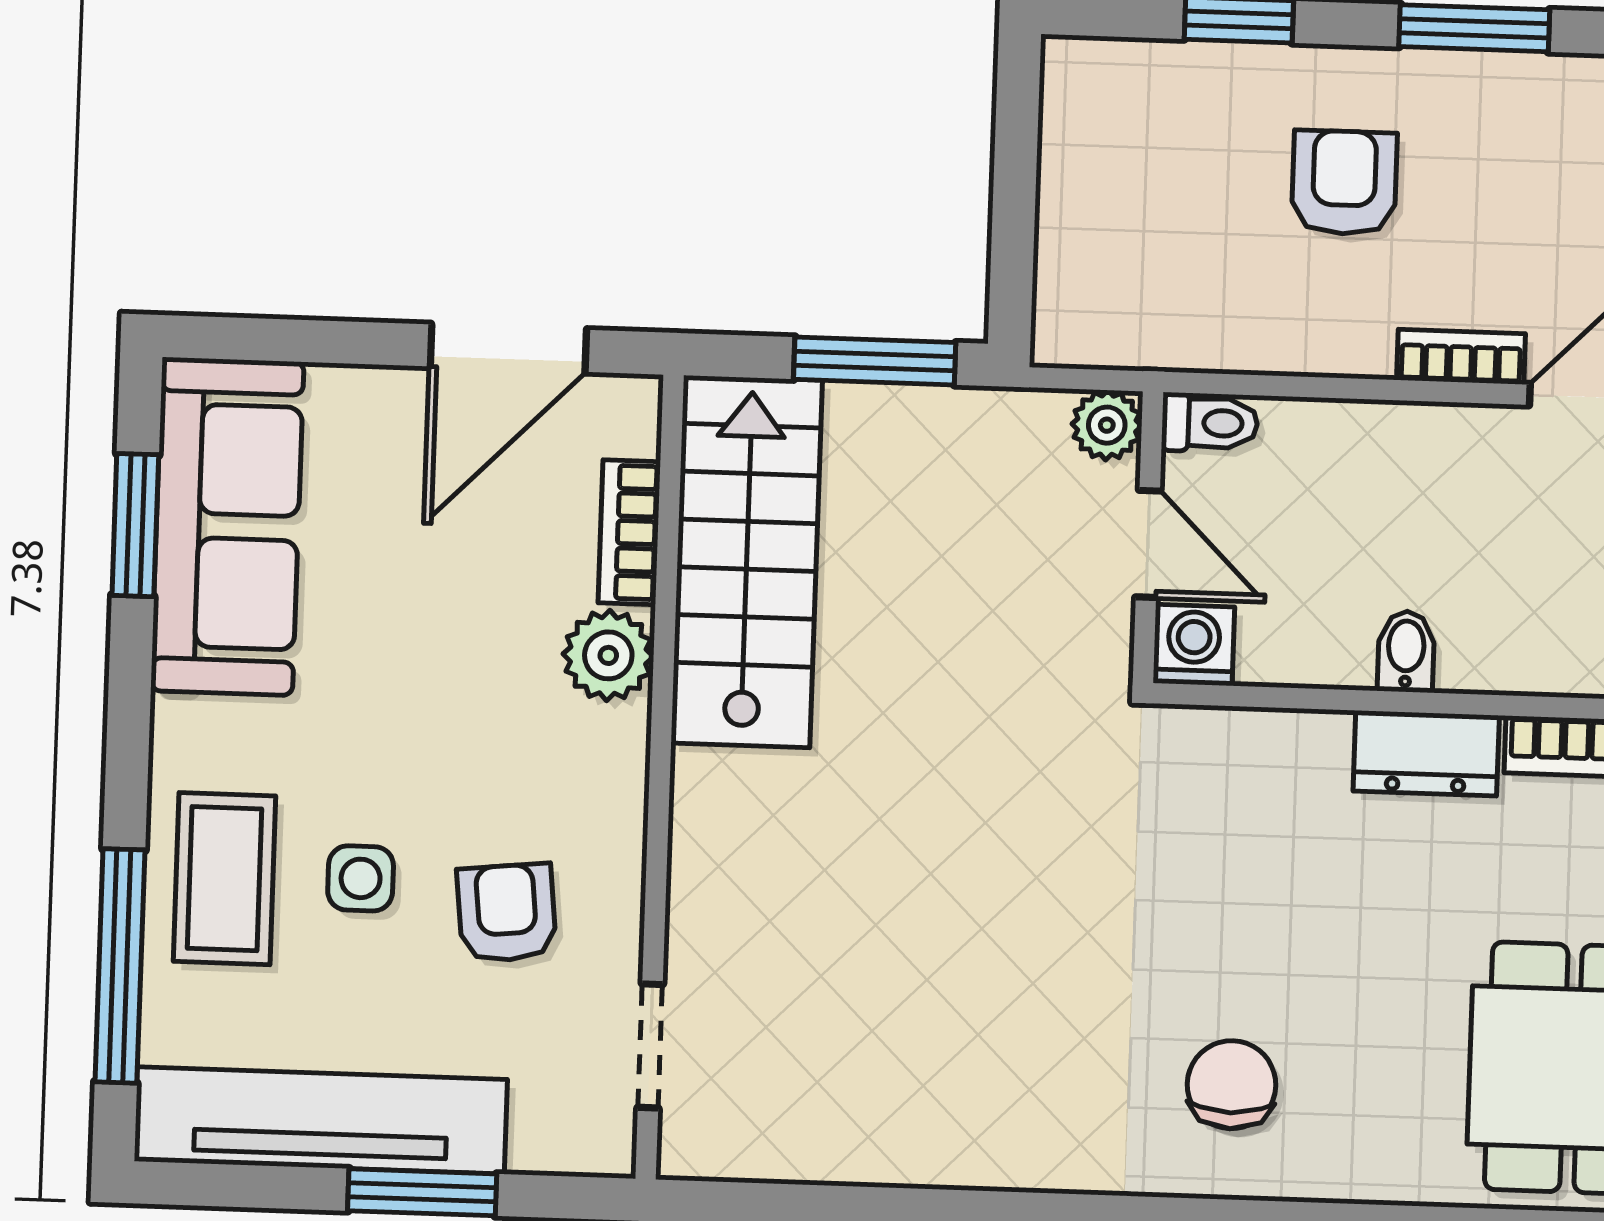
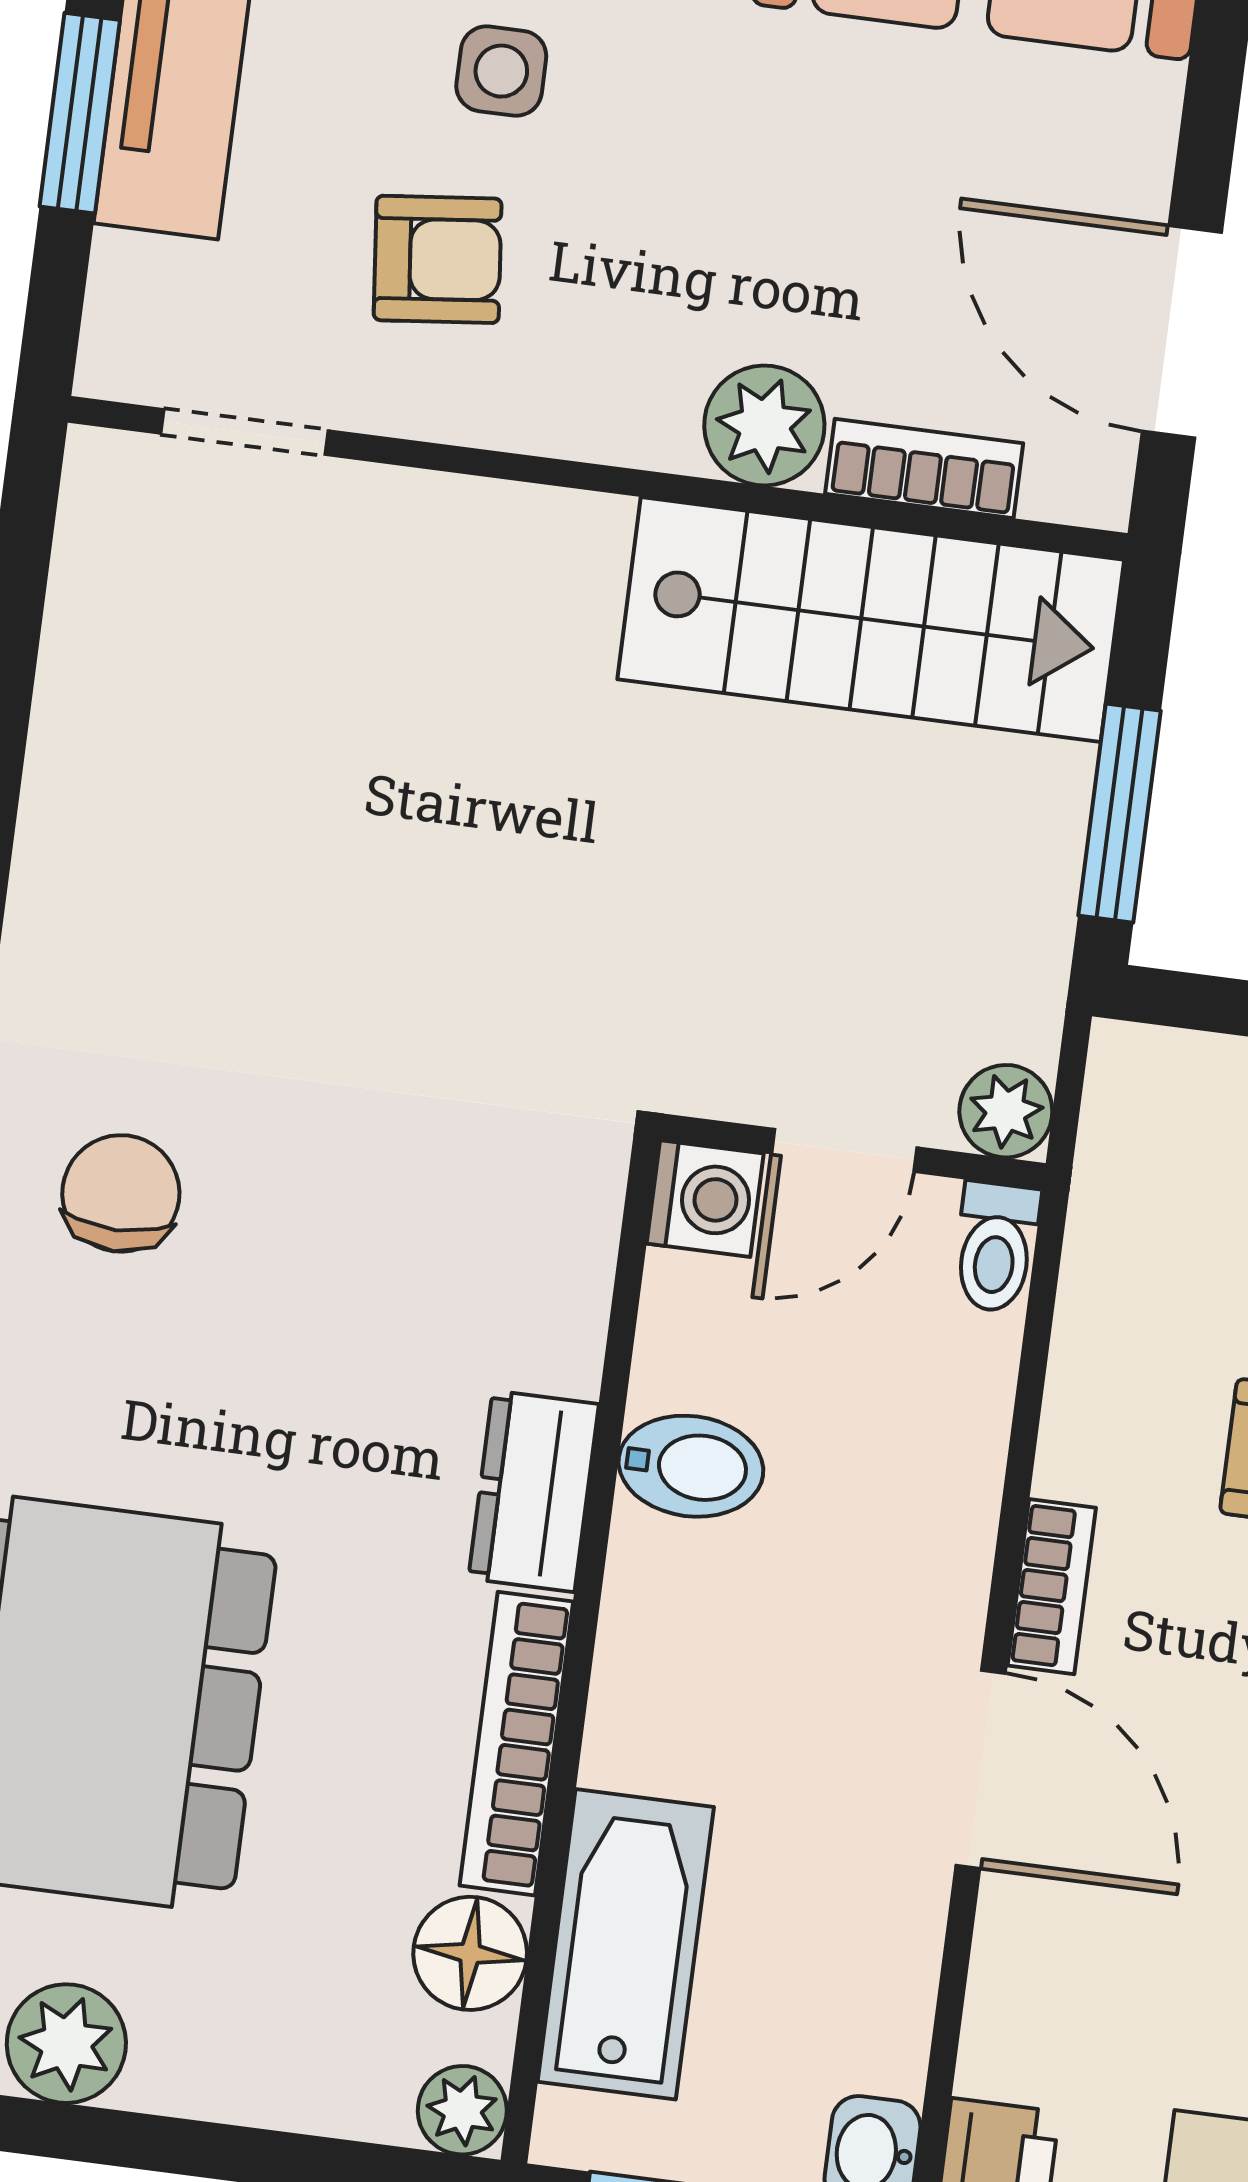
bidet: (1406, 652) -> (691, 1466), width x1.38, depth x1.36
chair: (1231, 1085) -> (121, 1193), turned -90

